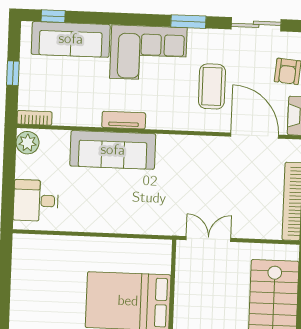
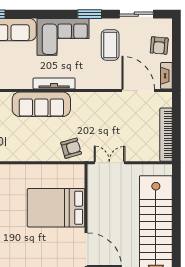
coffee table: (212, 86) -> (110, 45), moved
tv unit: (124, 120) -> (54, 84), width x1.41
armchair: (154, 216) -> (71, 148), added

